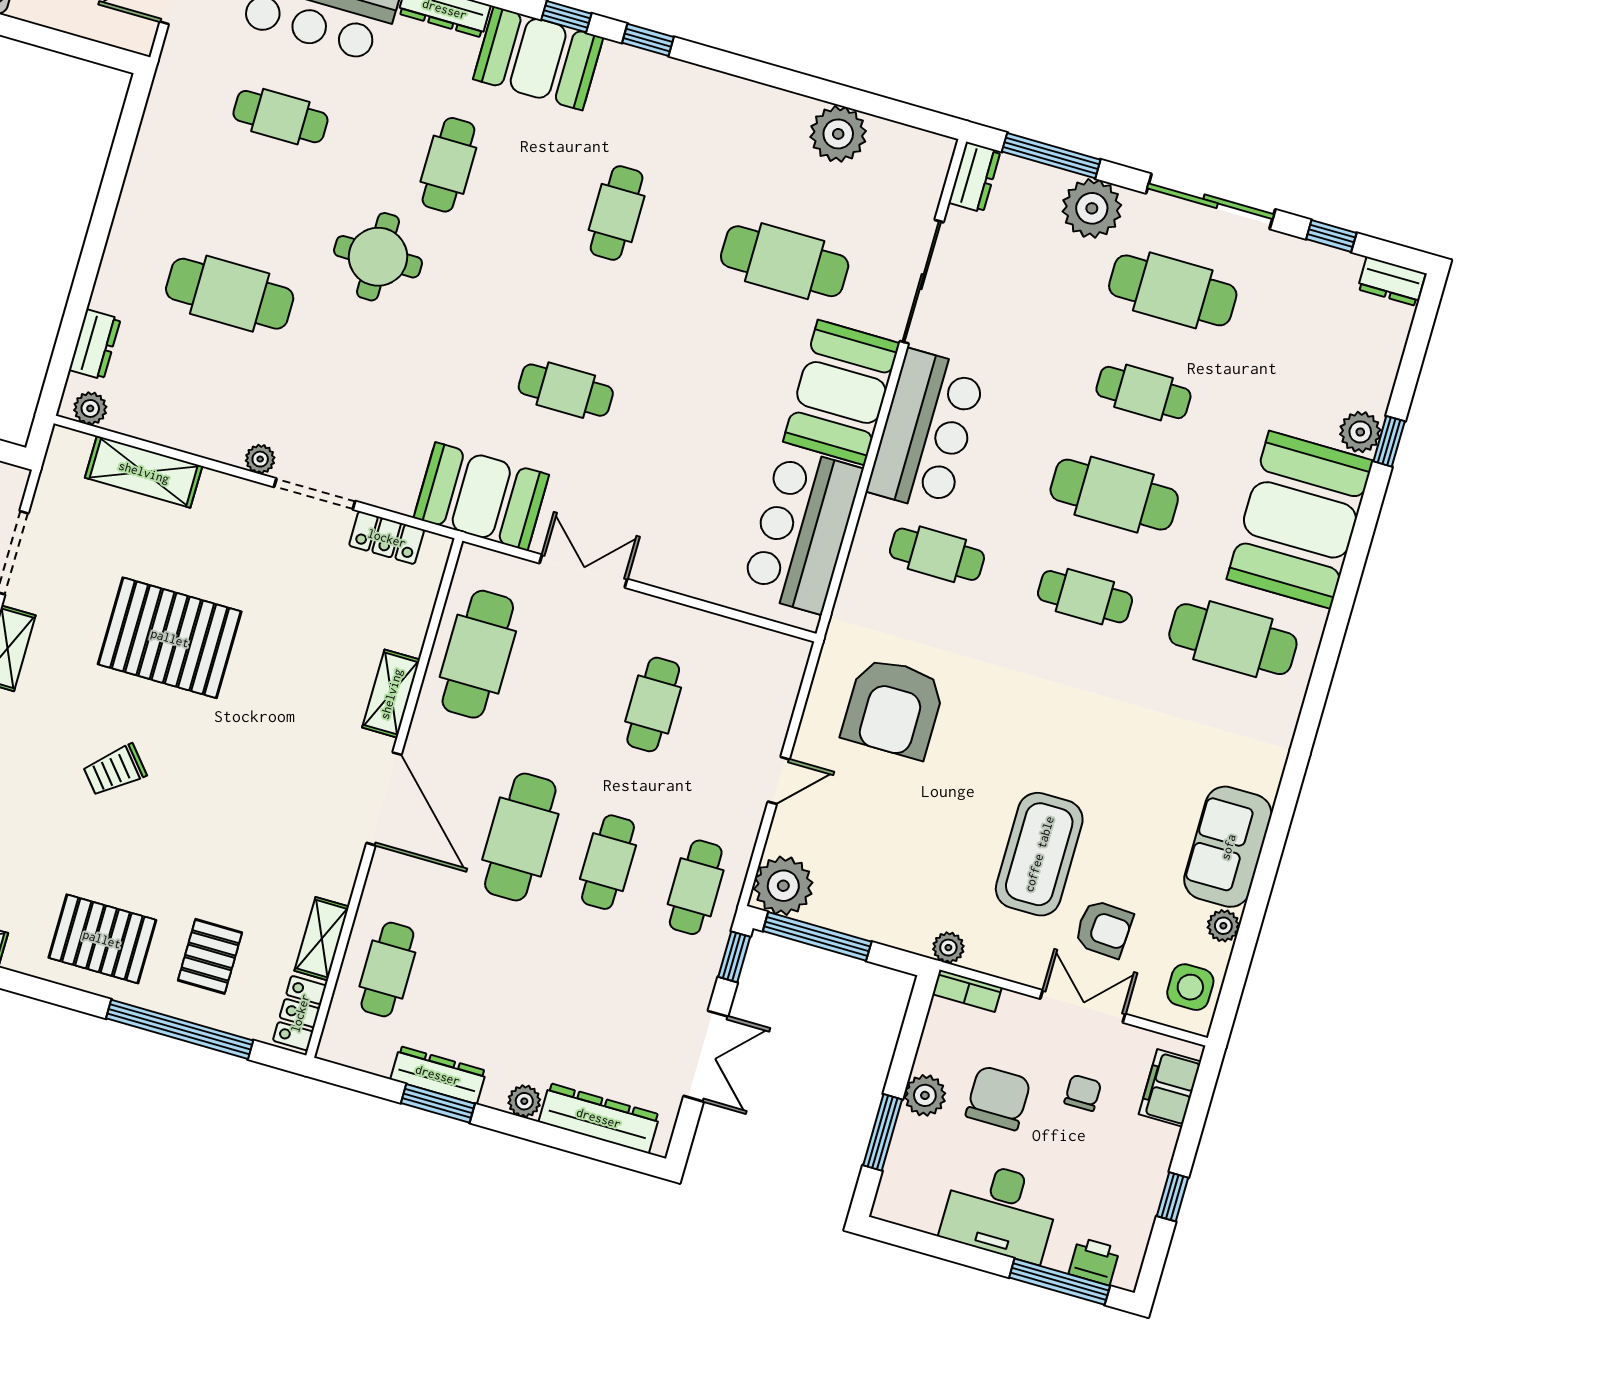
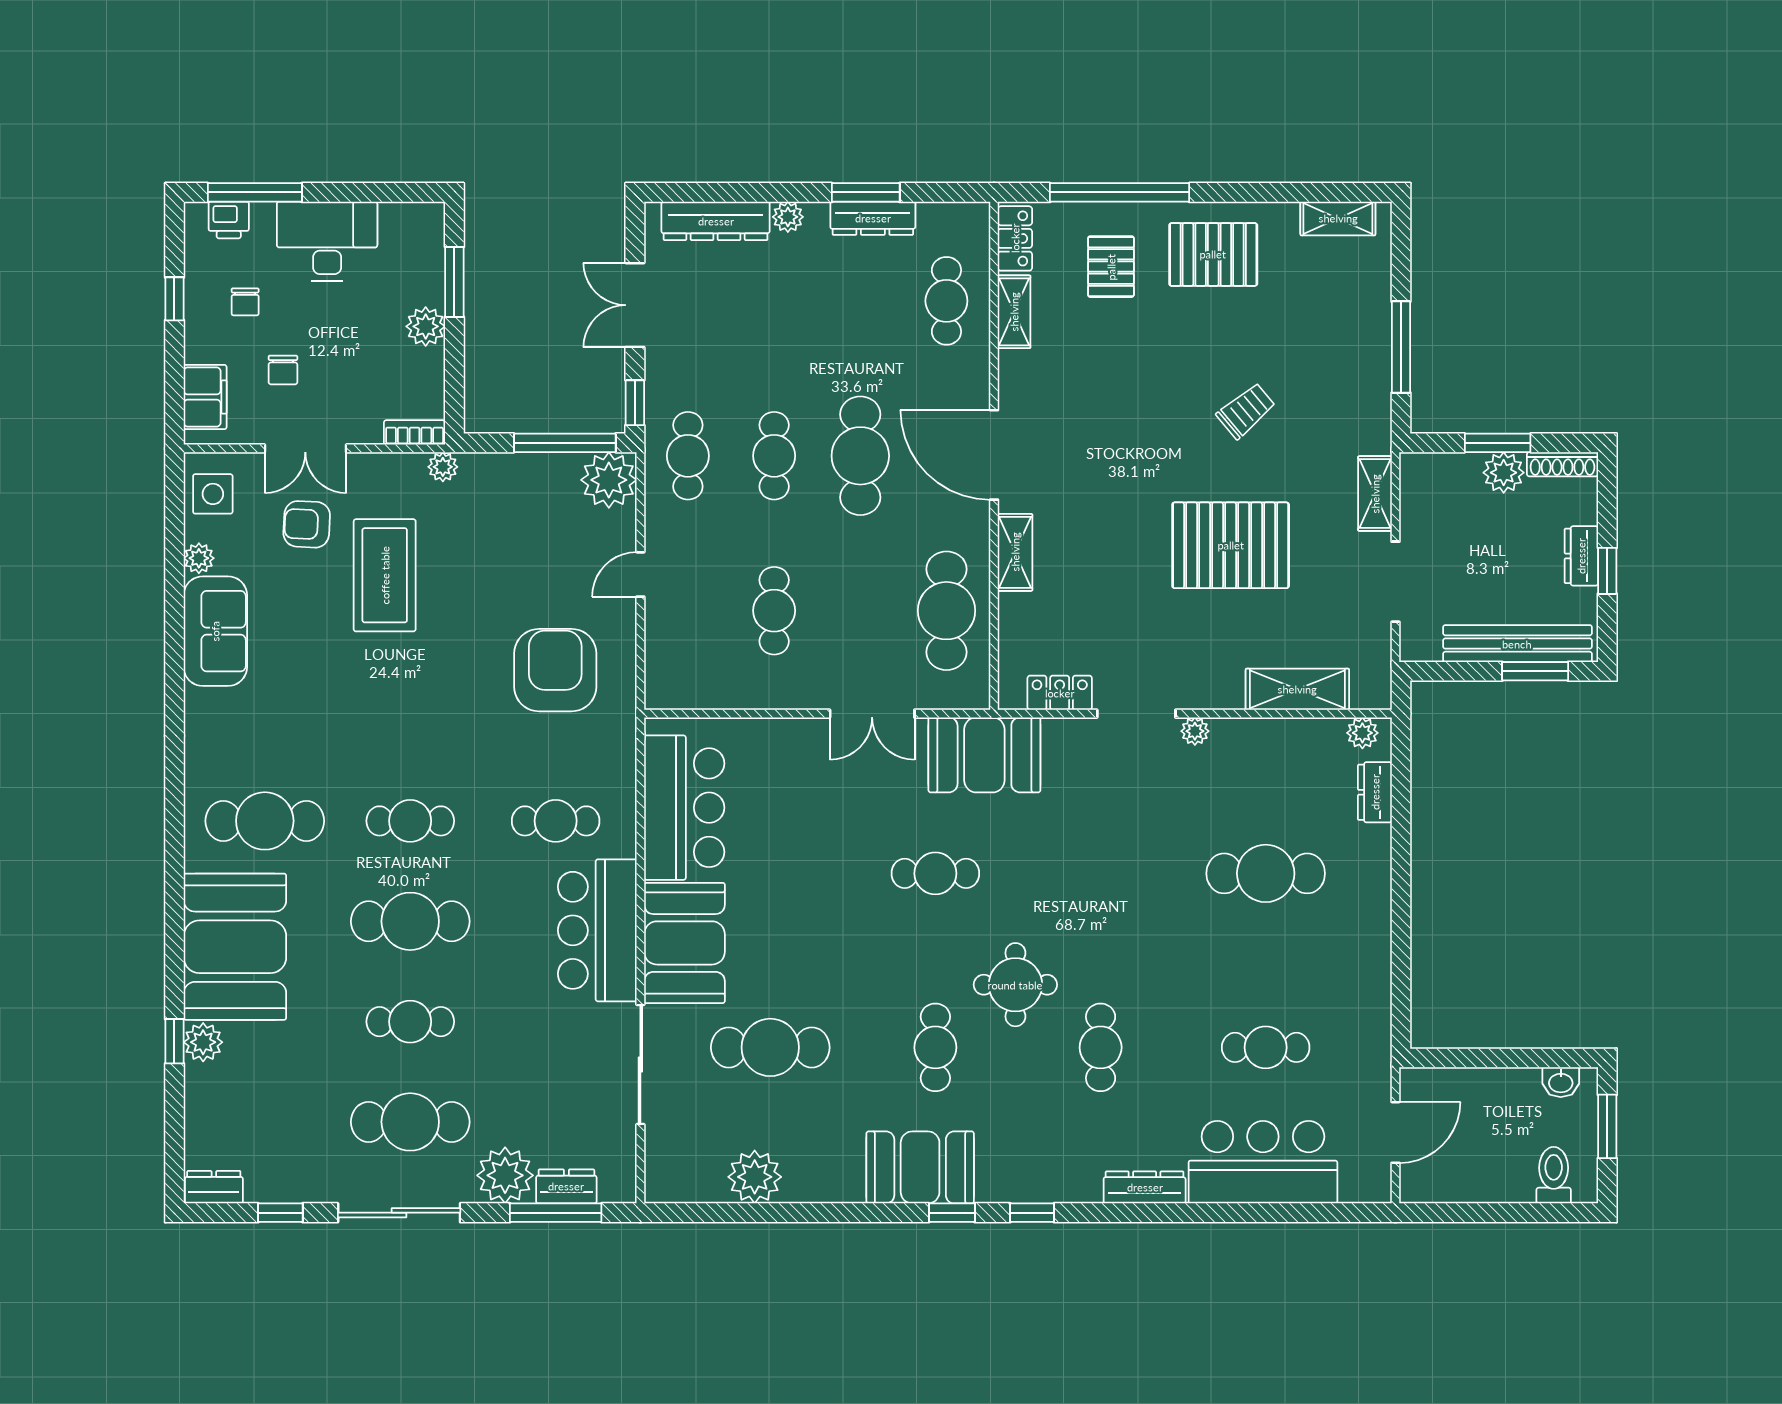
booth: (538, 58) -> (920, 1167), moved
dresser: (975, 177) -> (566, 1186), moved, turned 90
round table: (378, 257) -> (1015, 985), moved
chair: (998, 1098) -> (245, 302), moved, width x0.54, depth x0.54

